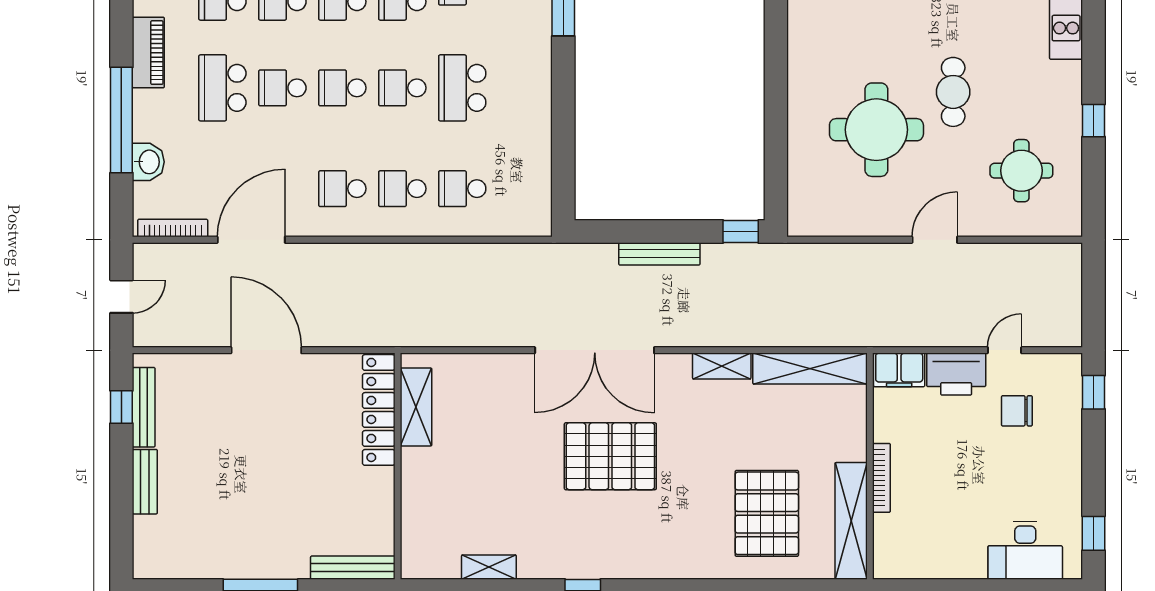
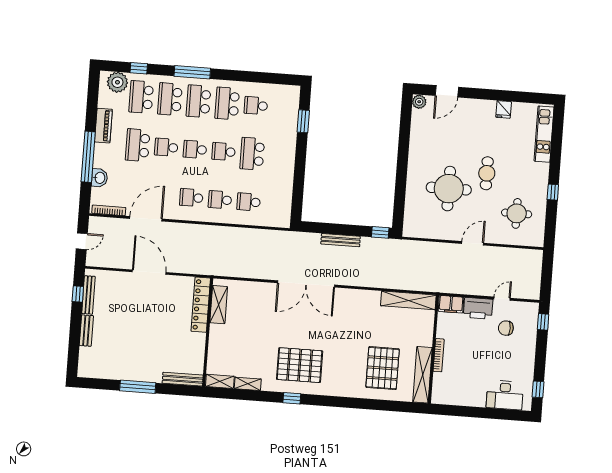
shelving: (722, 366) -> (220, 381), moved
pallet: (610, 456) -> (300, 365), moved

